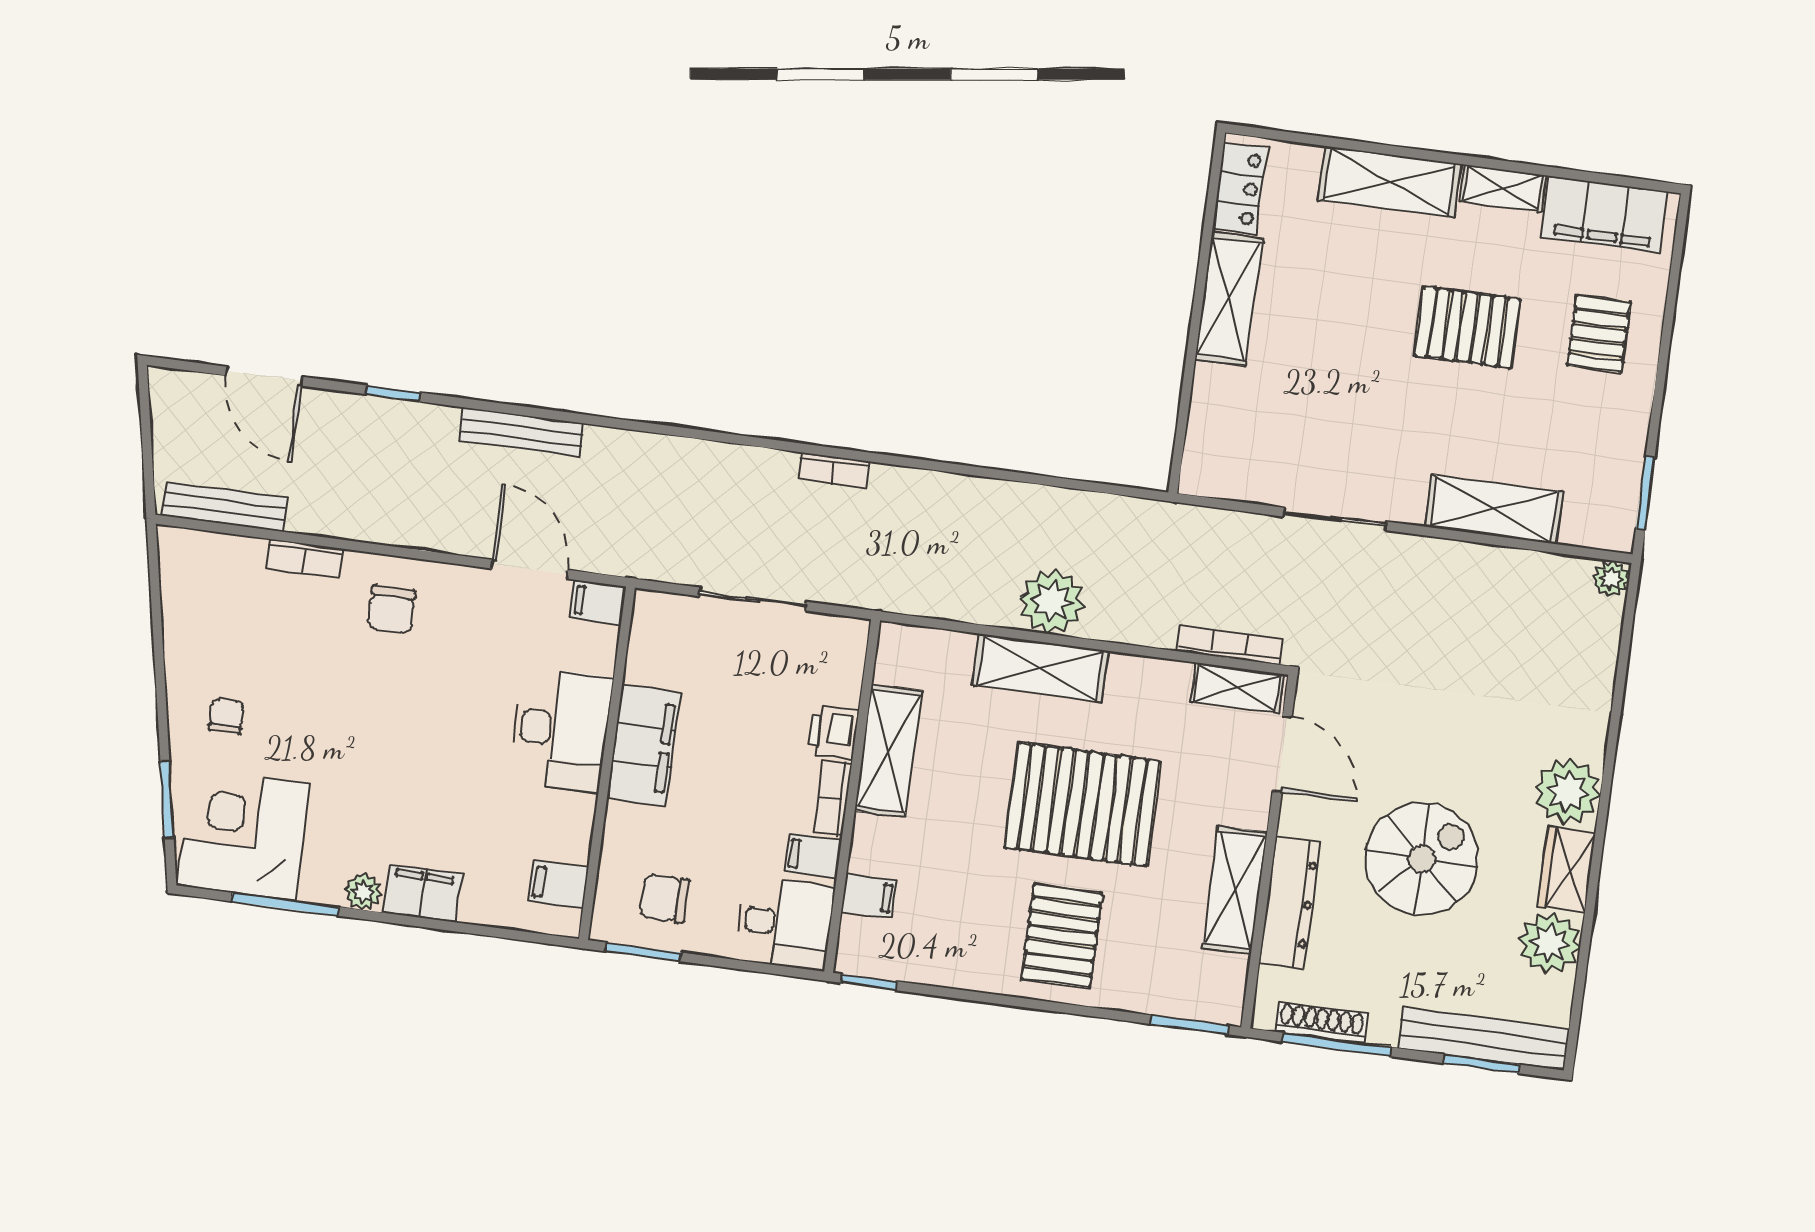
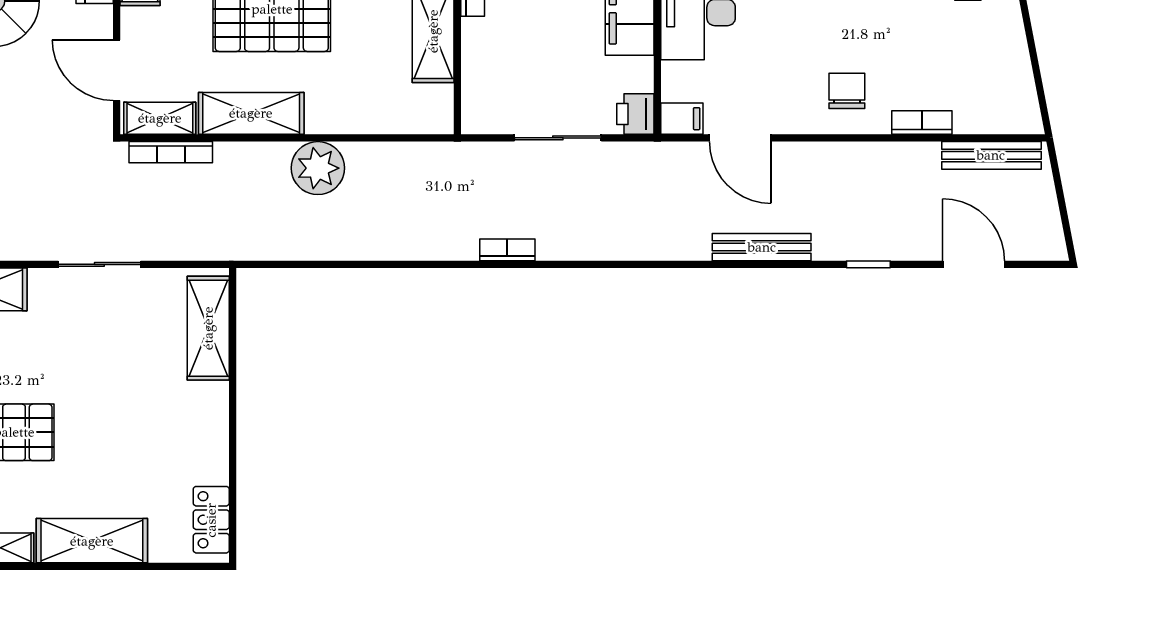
shelving: (1229, 299) -> (208, 328), moved
shelving: (1040, 668) -> (251, 113), moved
printer: (833, 732) -> (635, 114), moved, turned 180

